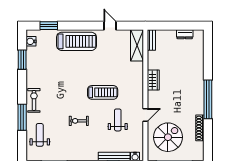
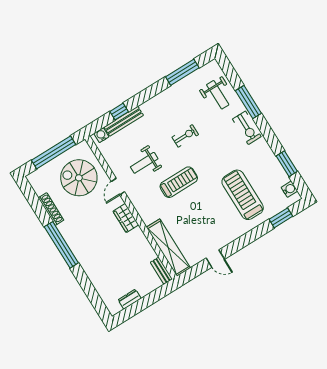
treadmill: (77, 41) -> (243, 195), moved, turned 90
shelving: (137, 45) -> (168, 248), width x1.47
wardrobe: (153, 80) -> (126, 218), moved
treadmill: (103, 92) -> (179, 182), turned 180
weight bench: (118, 120) -> (144, 163), turned 90
spiral stairs: (168, 137) -> (79, 178), turned 90

